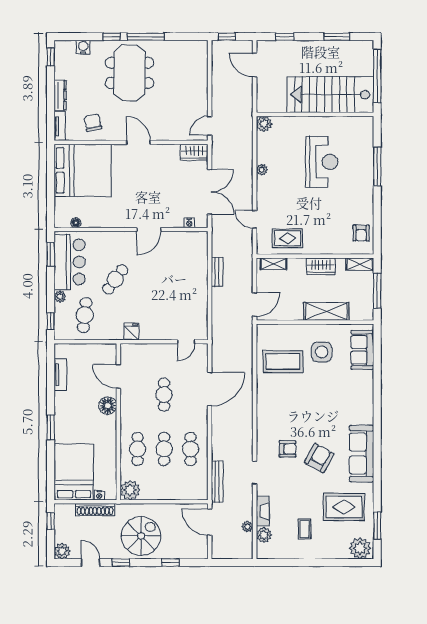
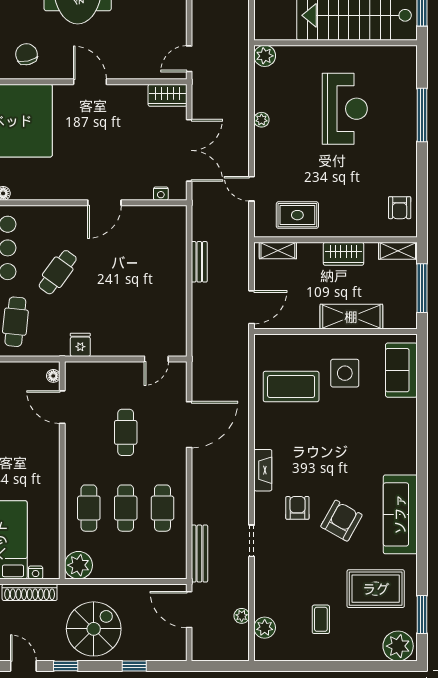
floor lamp: (108, 406) -> (53, 376), moved, width x0.53, depth x0.53
armchair: (288, 449) -> (297, 508), turned -90
fireplace: (263, 511) -> (263, 470), moved

